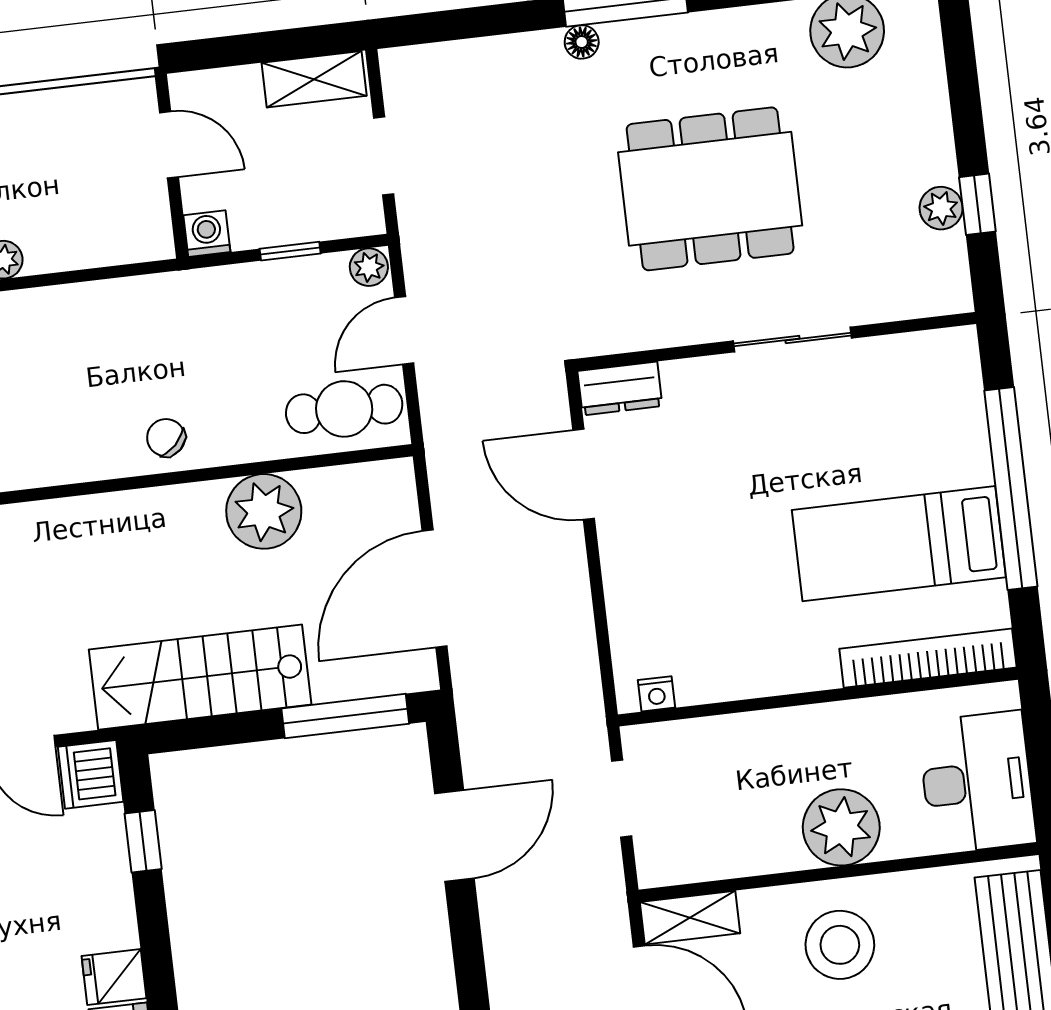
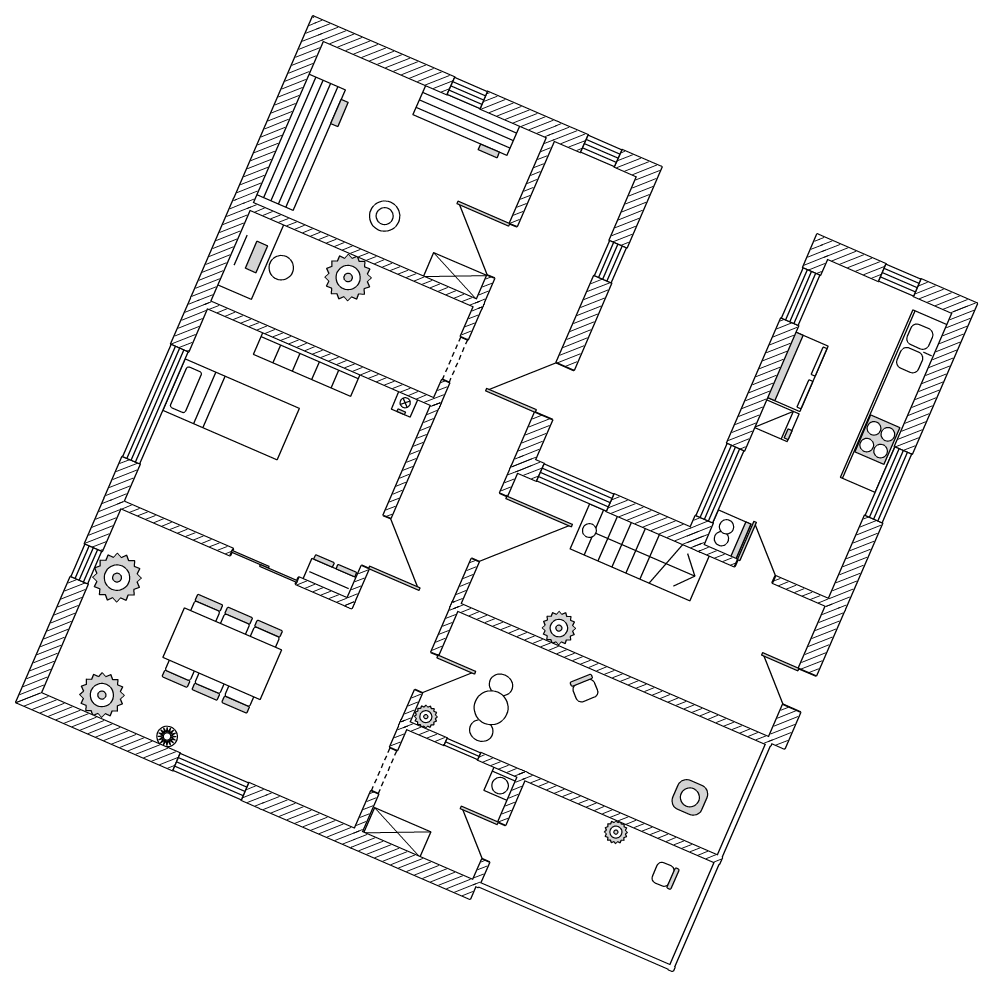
floor lamp: (582, 42) -> (167, 736), moved
plant: (941, 208) -> (117, 578), width x1.87, depth x1.87
sliding door: (792, 339) -> (264, 566), moved
cafe table: (344, 409) -> (491, 708), moved, turned 90
plant: (264, 511) -> (559, 628), width x0.73, depth x0.73
bookcase: (928, 658) -> (307, 364), moved
window: (143, 841) -> (720, 483), width x2.17
stool: (840, 945) -> (385, 216), width x0.73, depth x0.73

